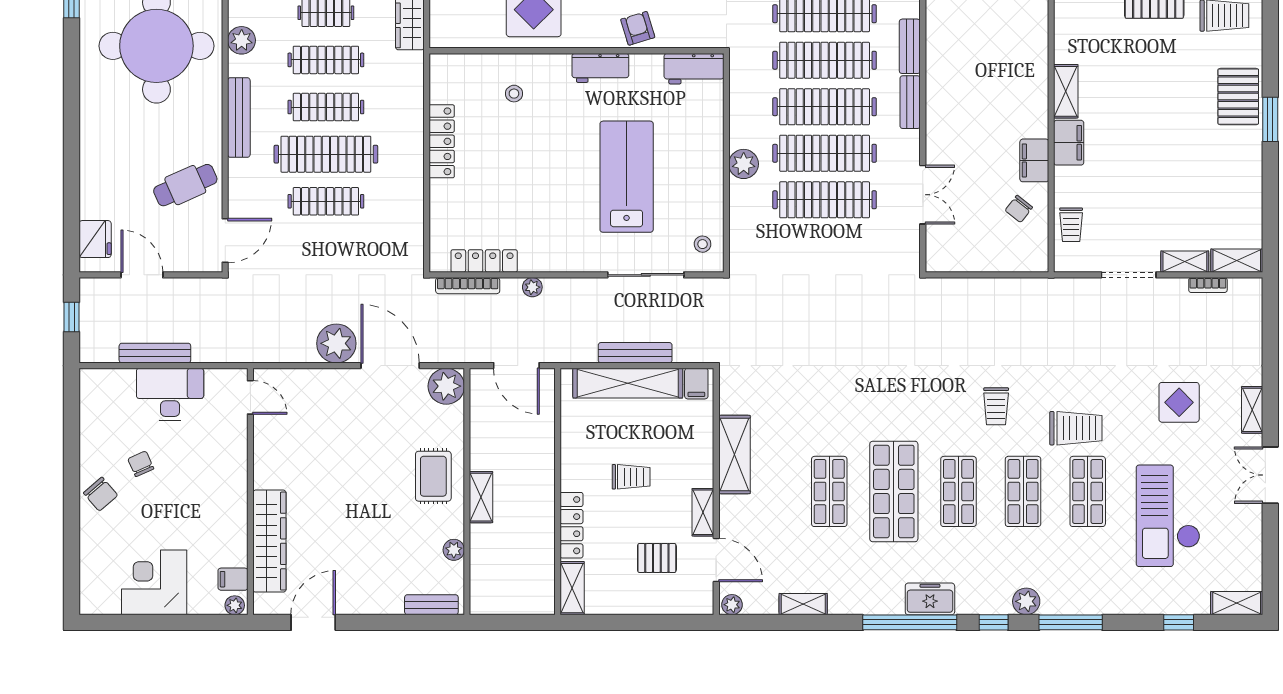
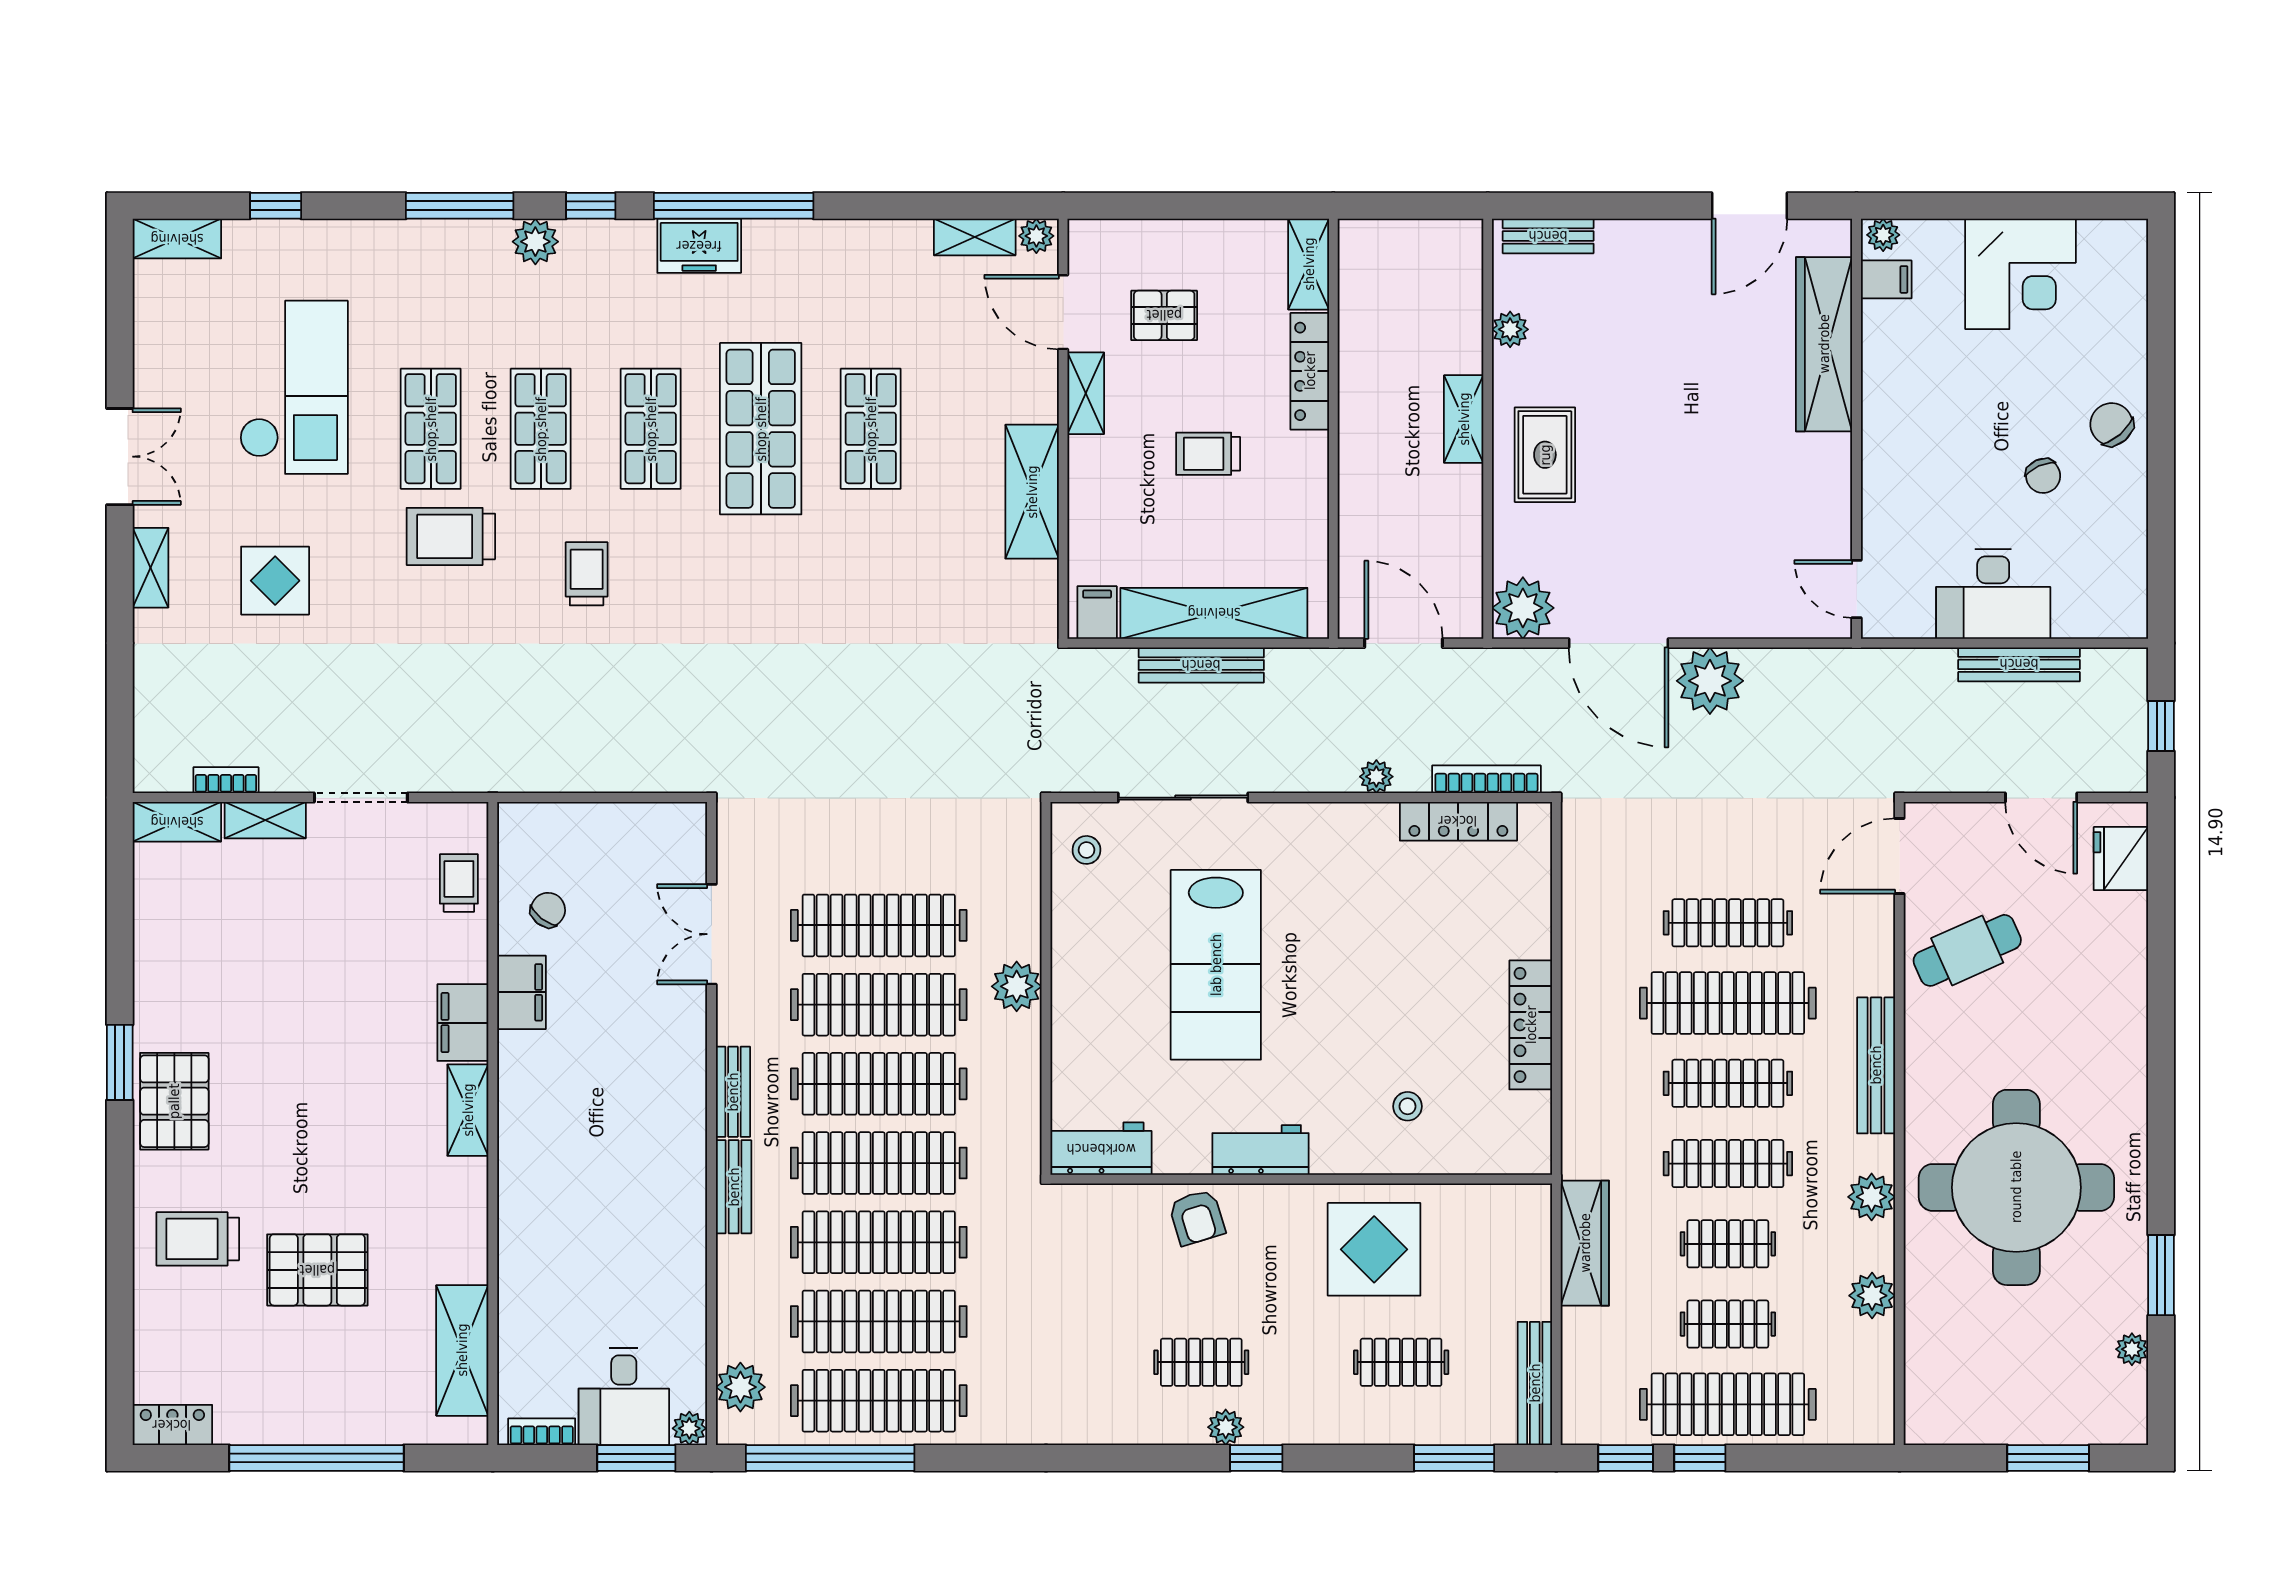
shelving: (803, 604) -> (975, 237), moved

